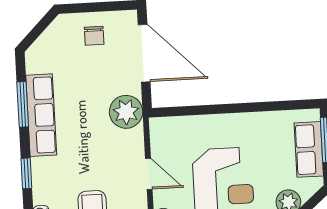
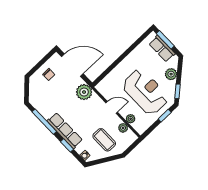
window: (23, 104) -> (44, 122), width x1.44
row of seats: (41, 115) -> (65, 131), moved

